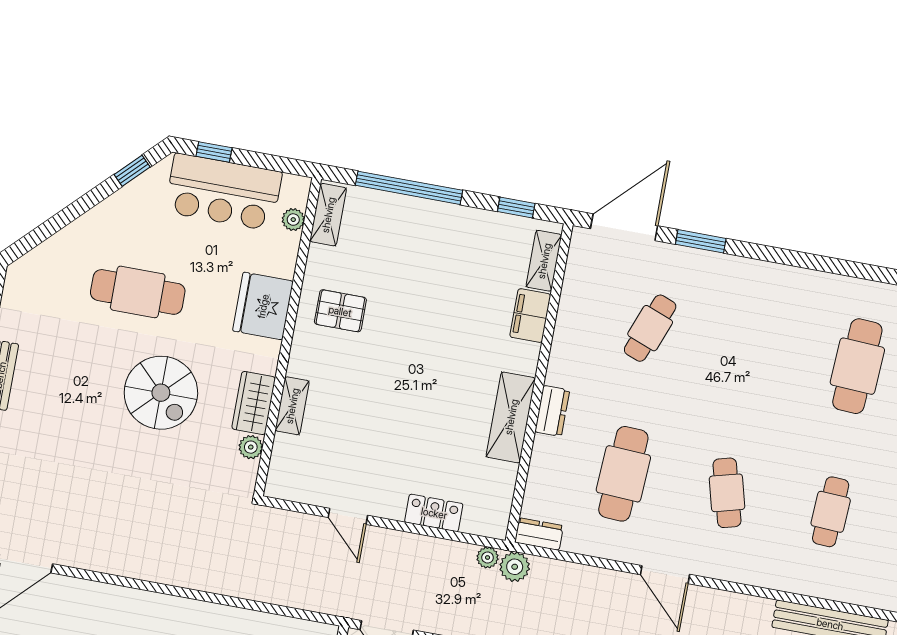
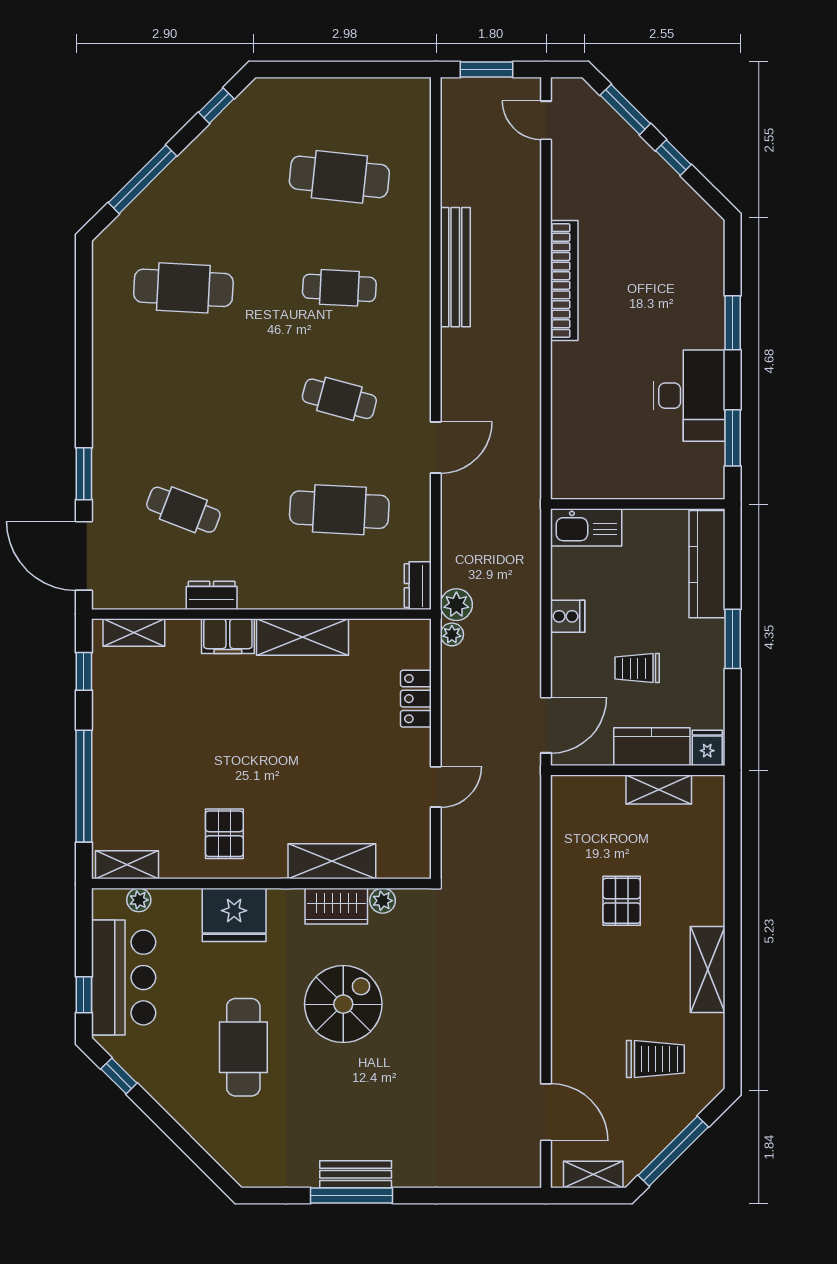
filing cabinet: (530, 316) -> (228, 636), moved
shelving: (292, 406) -> (332, 861), width x1.50, depth x1.33
dresser: (552, 411) -> (212, 595), moved
cafe table: (727, 493) -> (339, 399), turned 30

